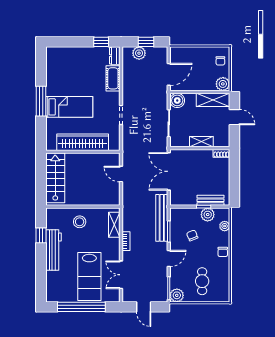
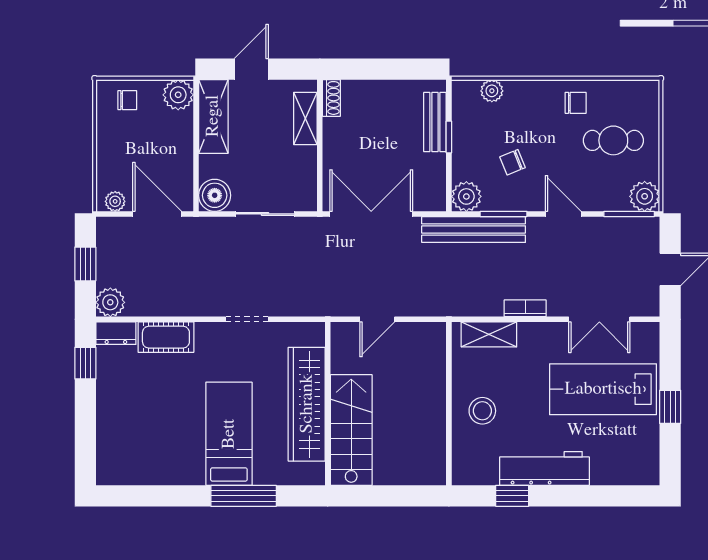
plant: (139, 53) -> (110, 302), moved
plant: (175, 55) -> (115, 201), added
window: (41, 101) -> (244, 496), moved
shelving: (201, 142) -> (305, 118), moved
double door: (169, 171) -> (371, 214), swing flipped
stairs: (55, 178) -> (351, 430), moved, turned 90
plant: (208, 215) -> (466, 196), moved
chair: (223, 252) -> (576, 103), moved
lab bench: (89, 276) -> (603, 389), turned 180
window: (81, 307) -> (670, 407), width x0.32

